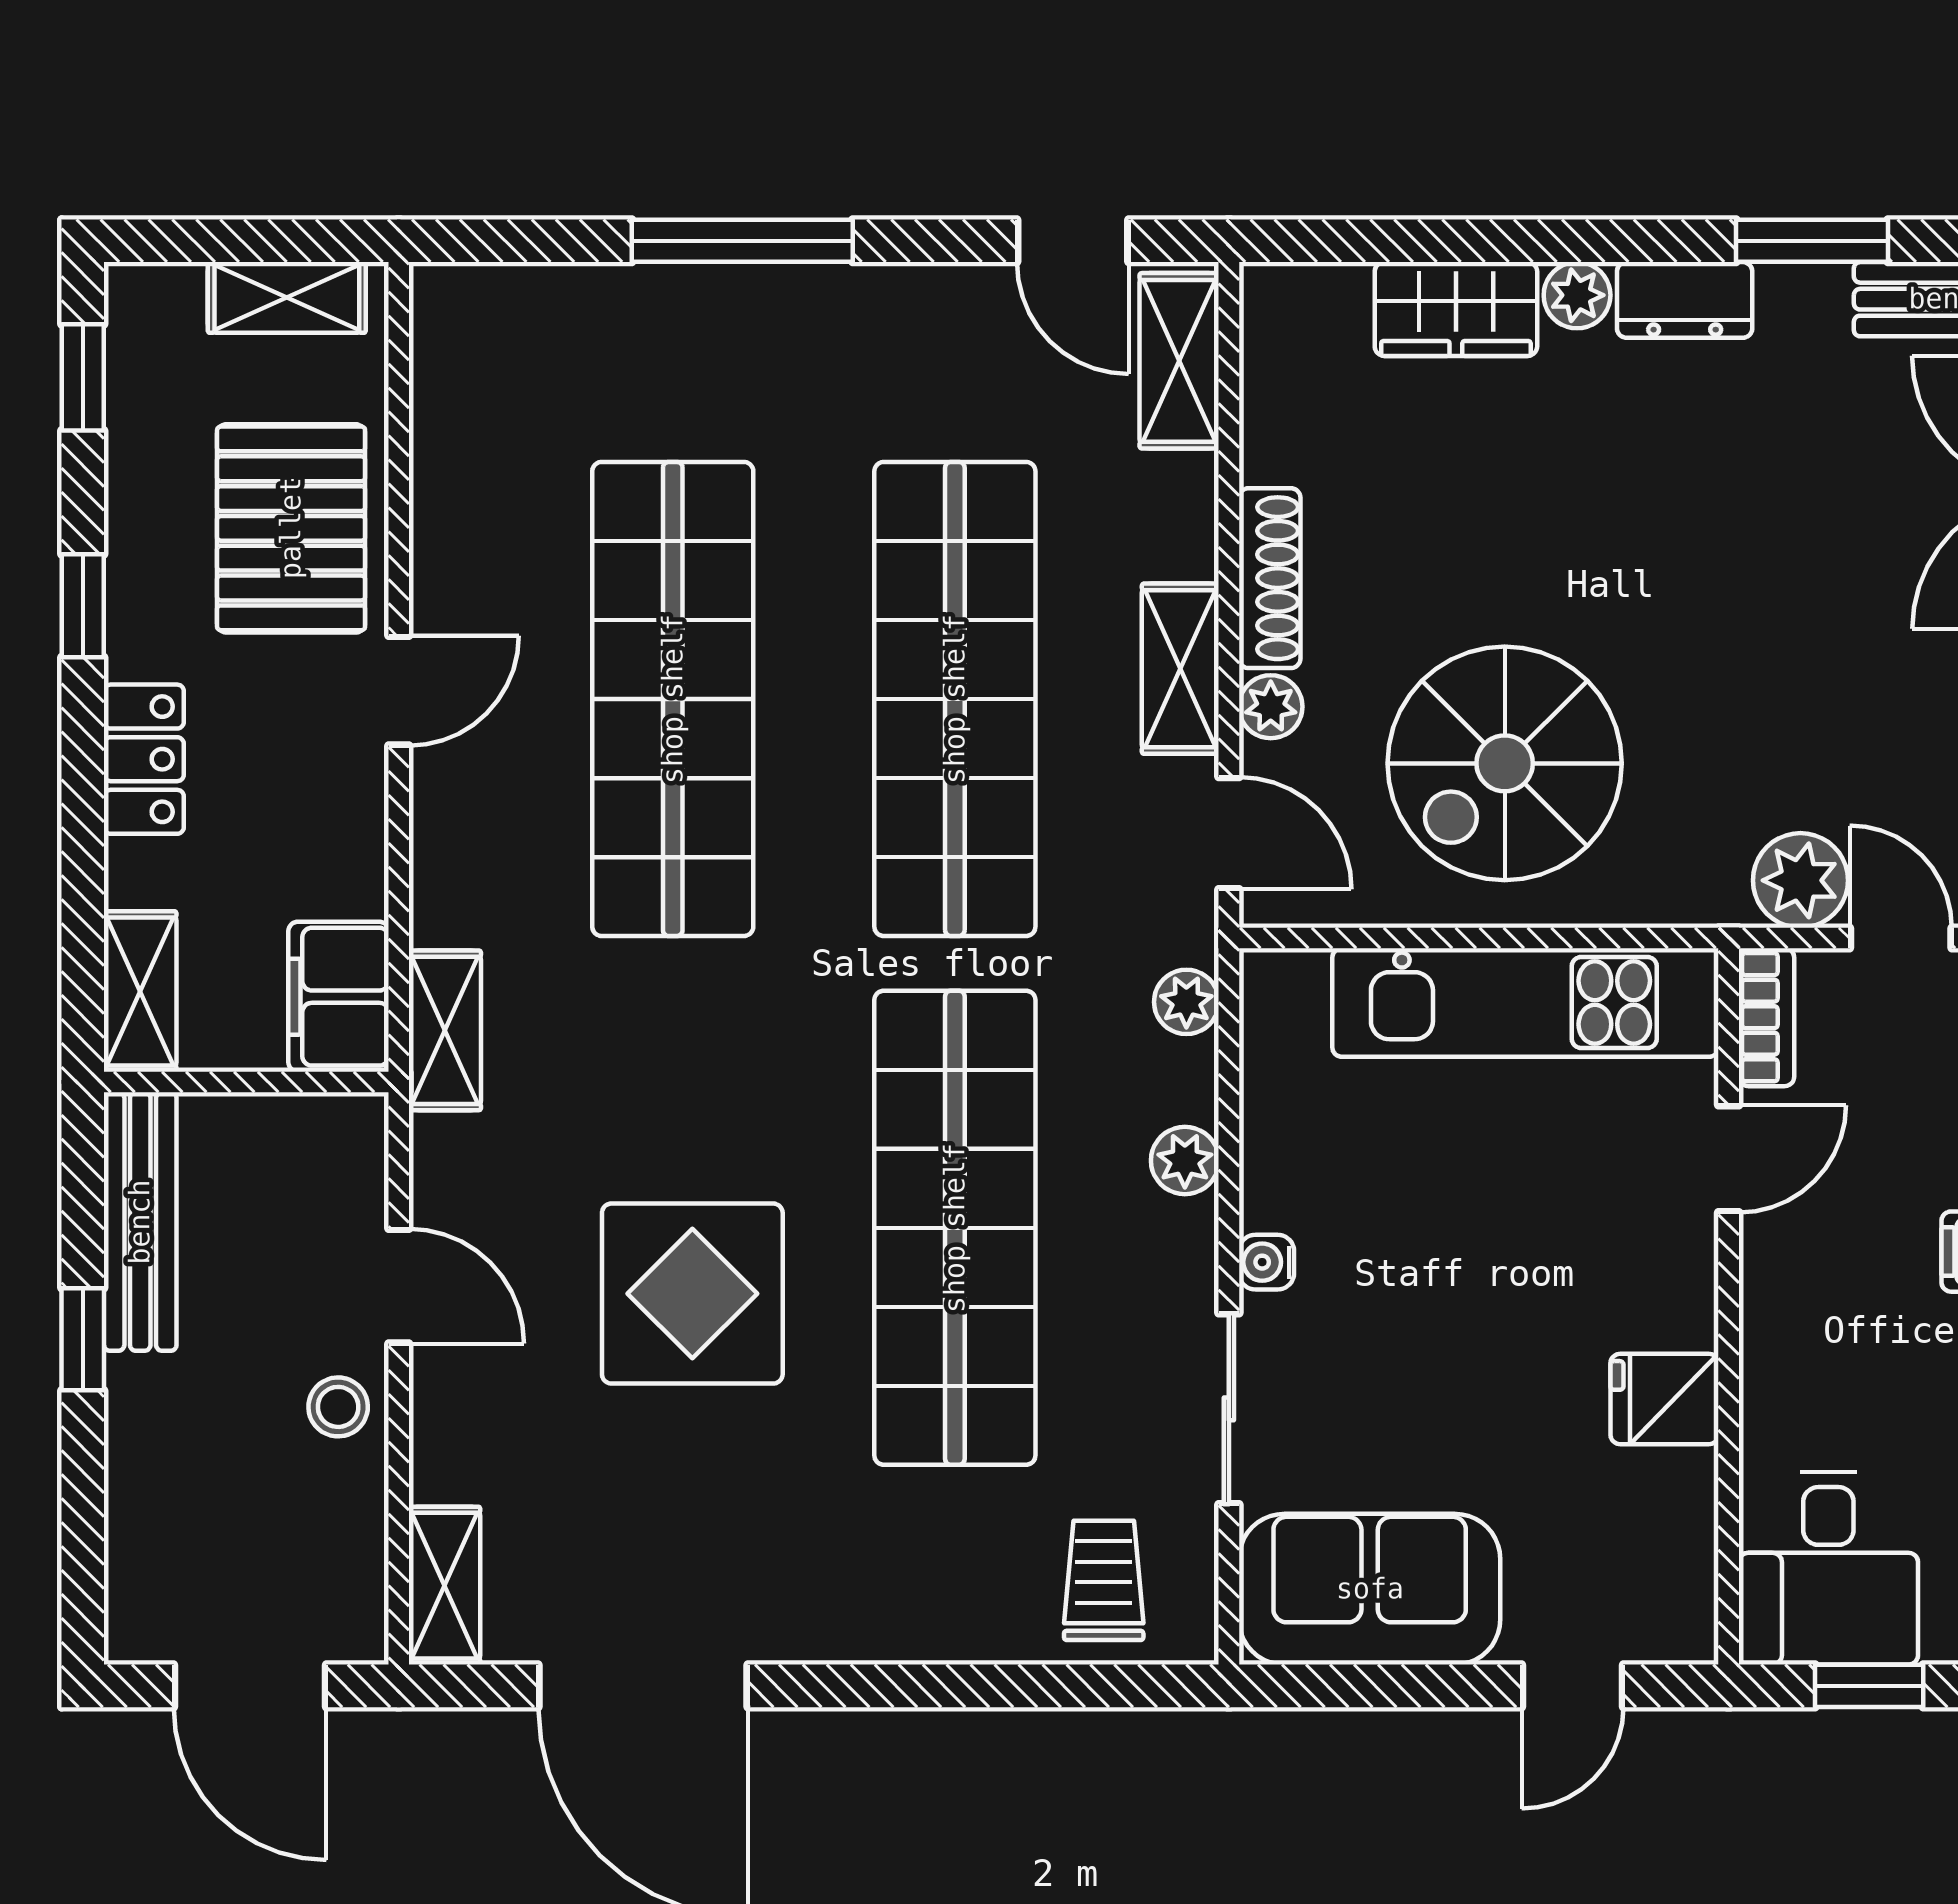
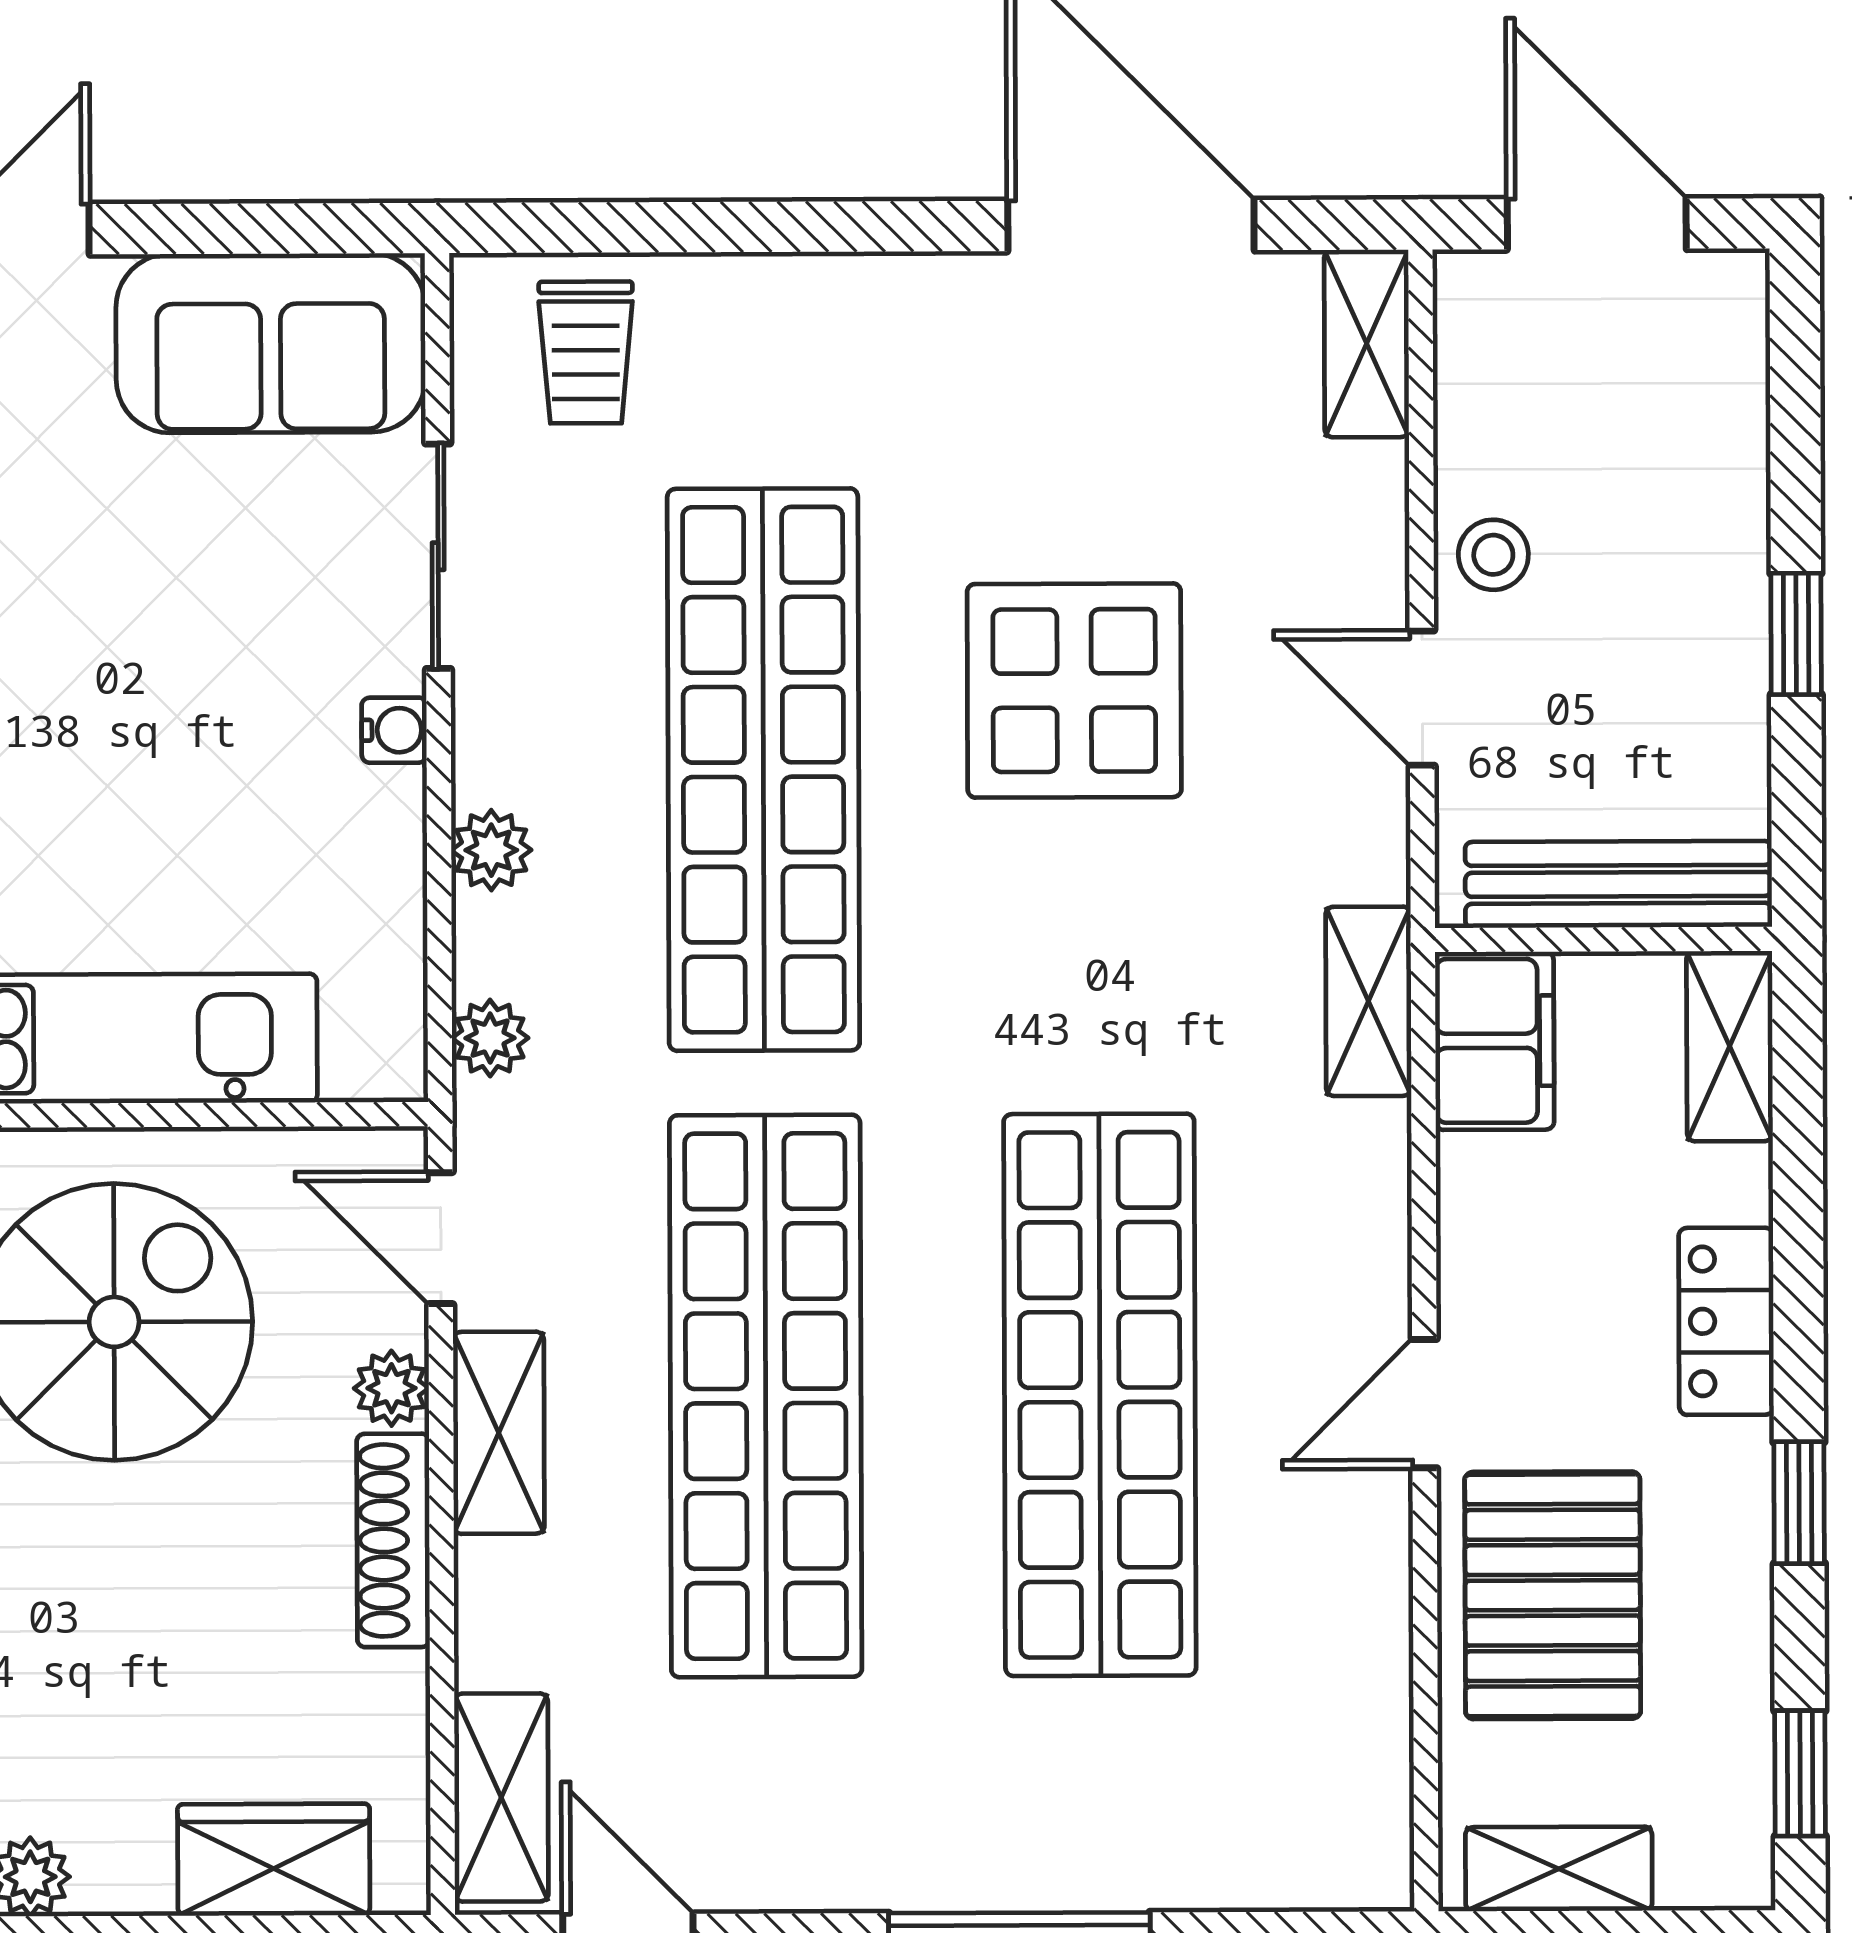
wardrobe: (1456, 309) -> (274, 1860), moved
bench: (140, 1222) -> (1619, 884), moved, turned 90

